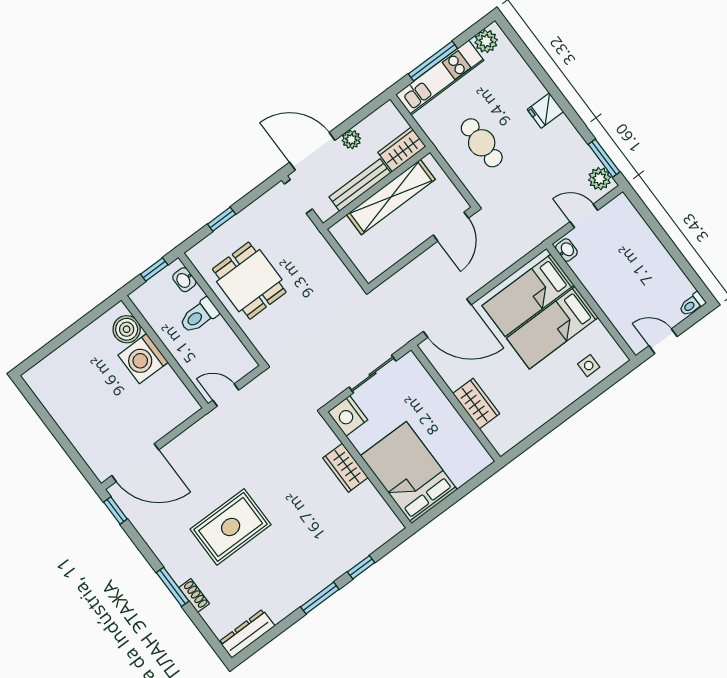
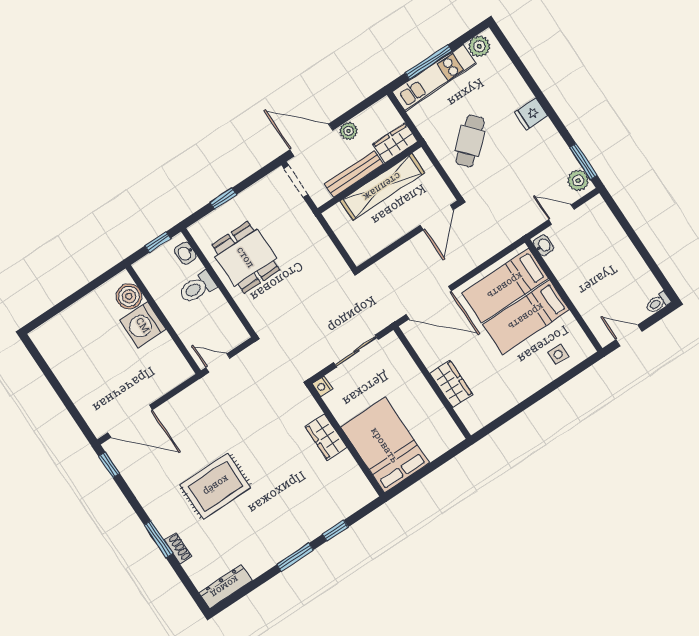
cafe table: (482, 143) -> (470, 141), turned 48
nightstand: (348, 416) -> (322, 386), width x0.53, depth x0.56

